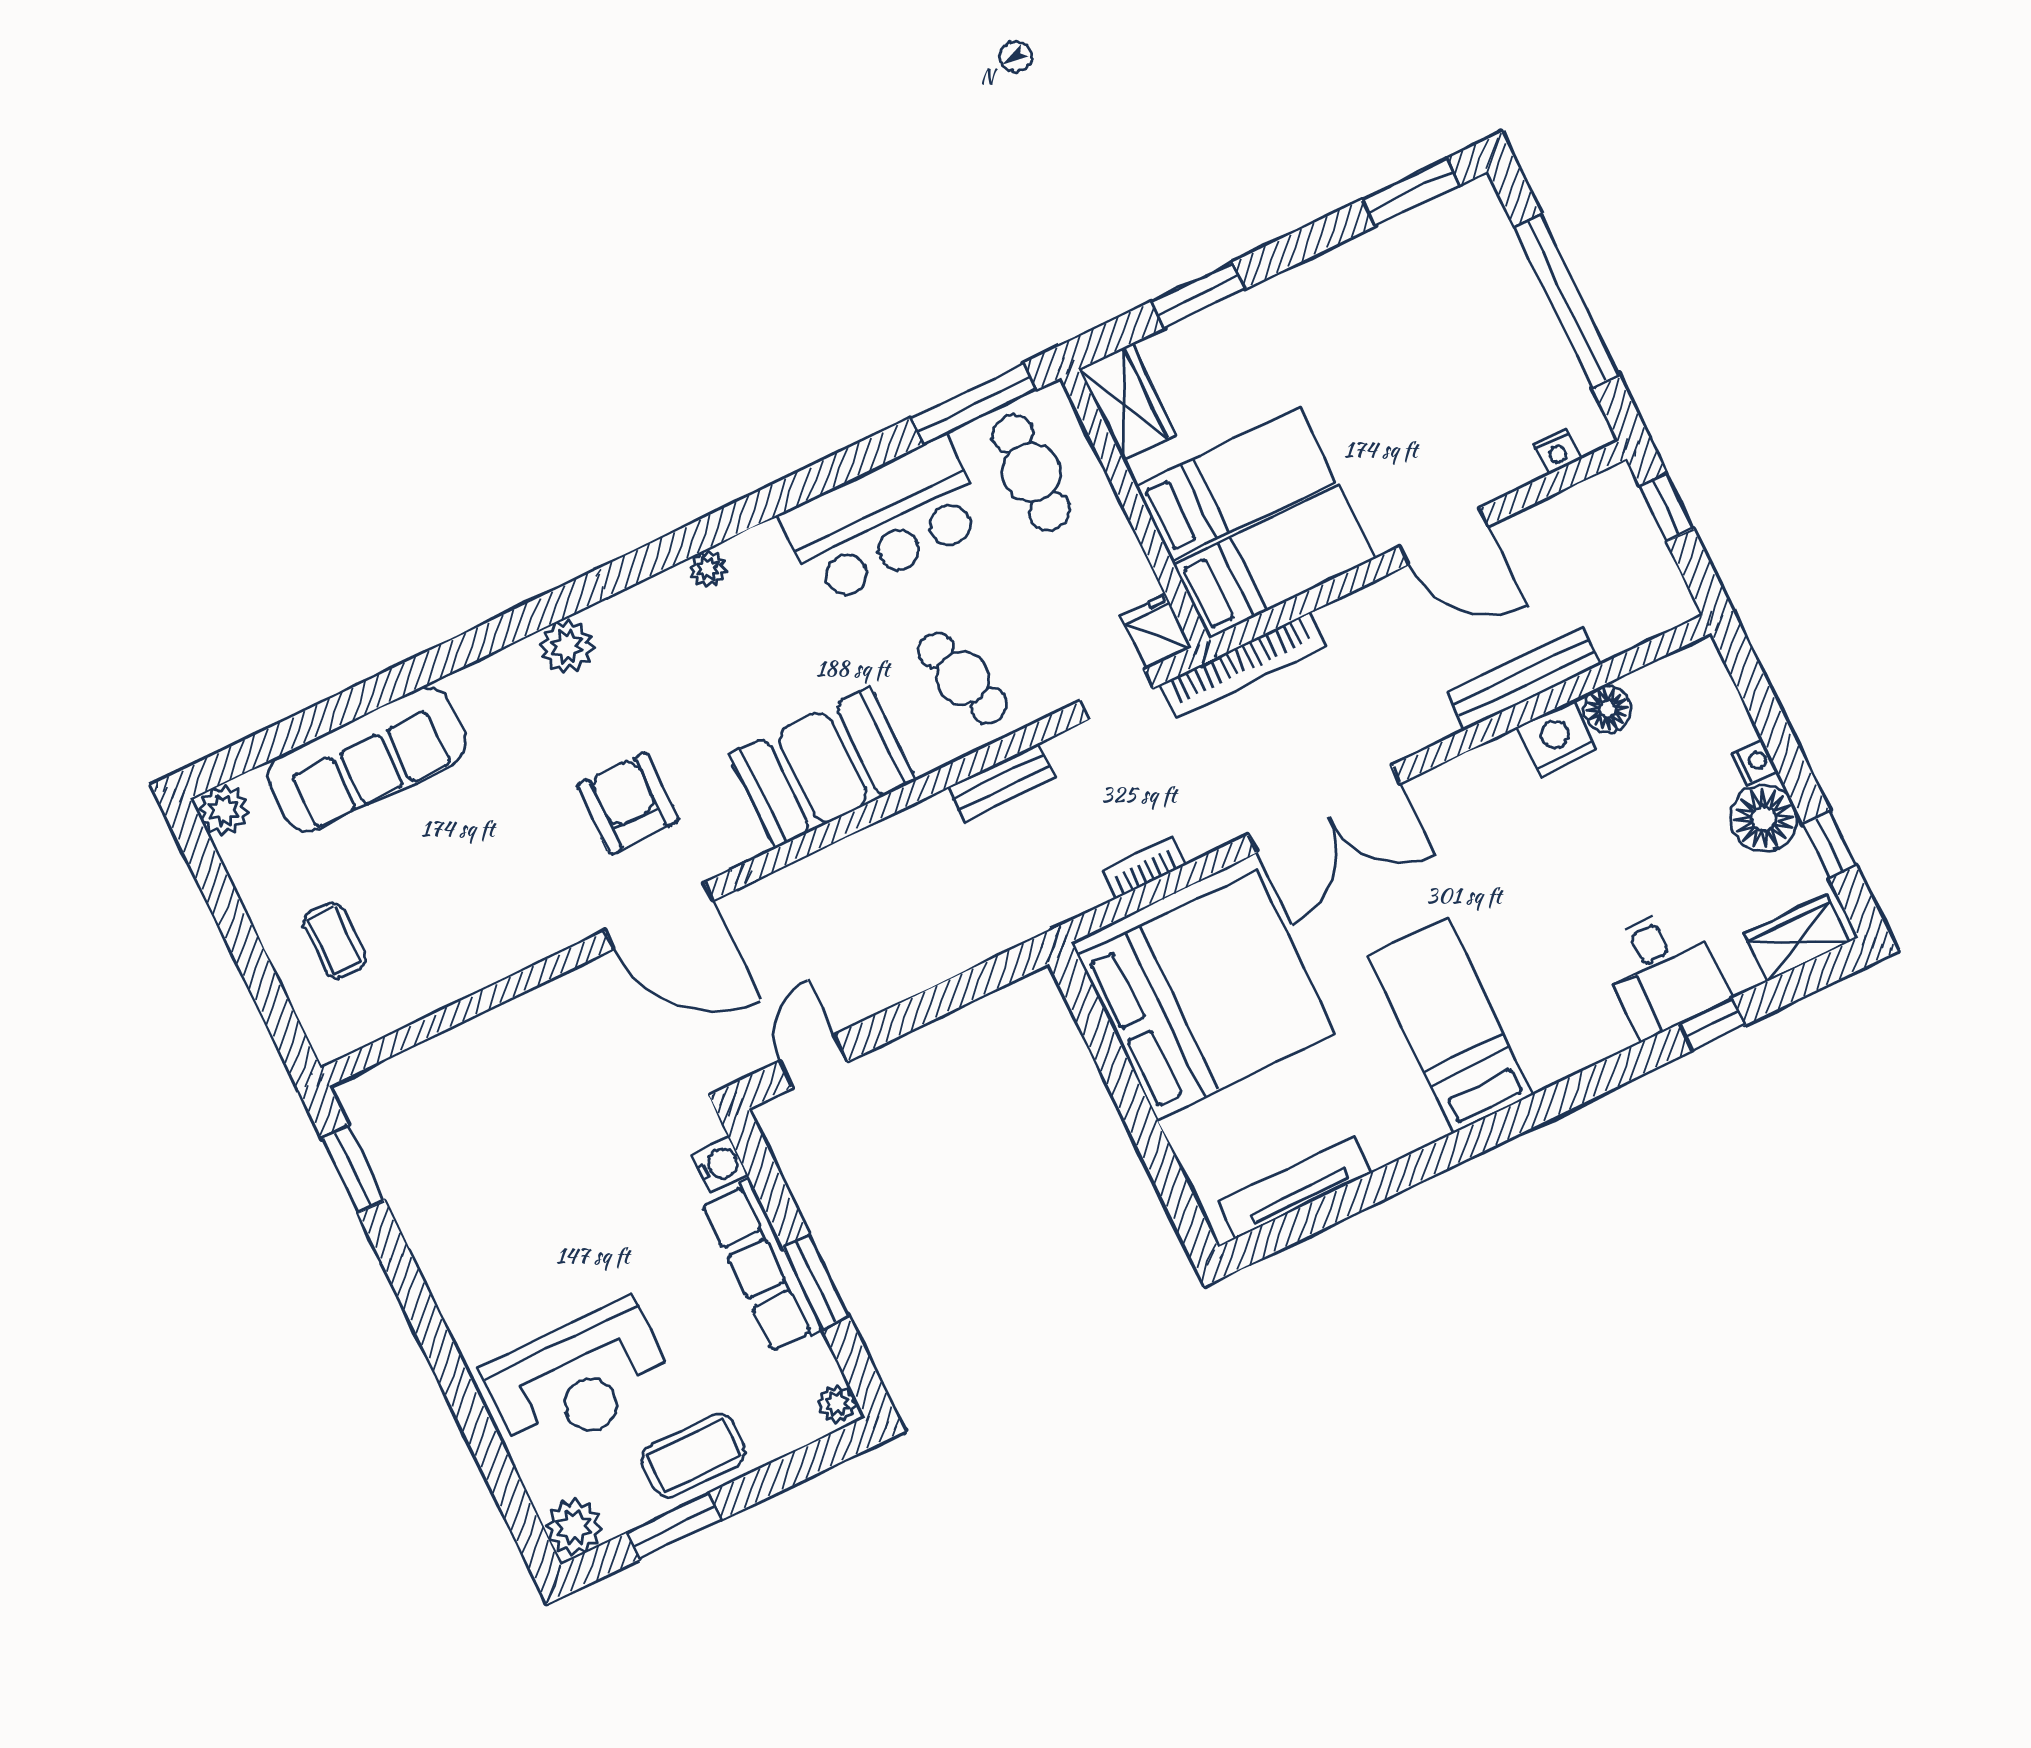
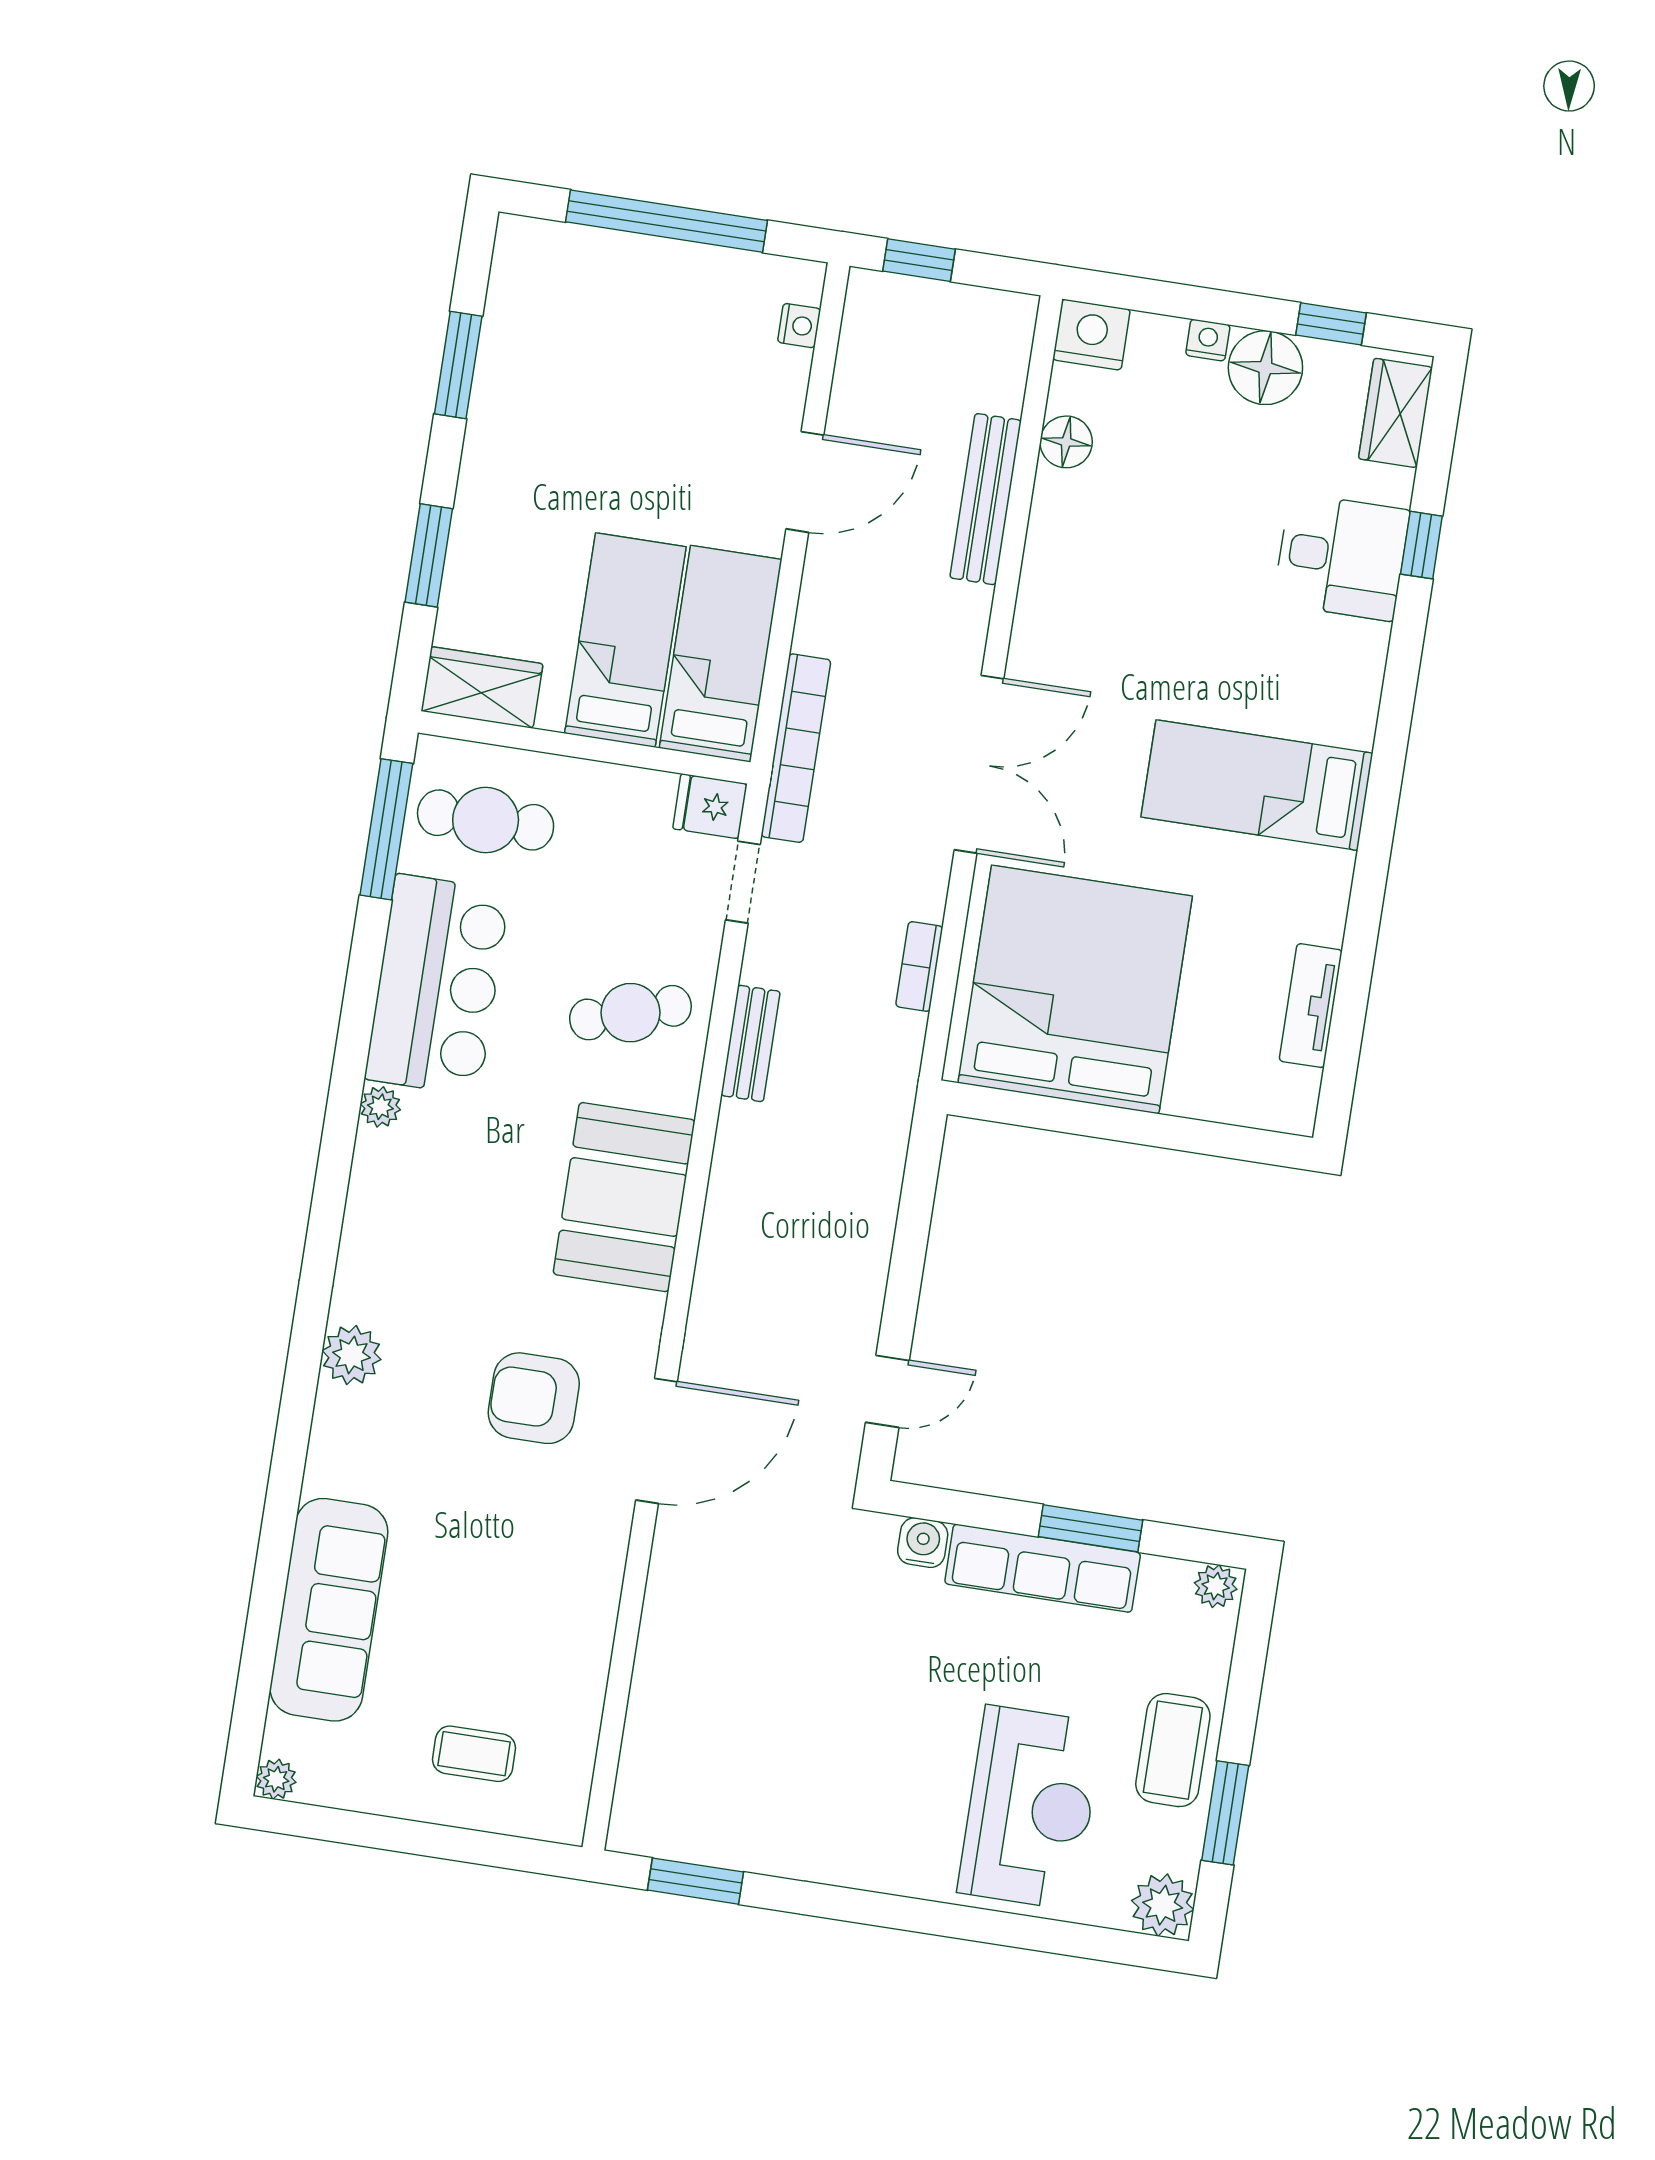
window: (1411, 192) -> (458, 365), moved
plant: (708, 569) -> (380, 1107), moved
nightstand: (1557, 738) -> (1091, 335), moved, turned 90
plant: (224, 810) -> (276, 1779), width x0.73, depth x0.73
door: (814, 1061) -> (887, 1391), swing flipped
tv unit: (1295, 1187) -> (1311, 1006), width x0.71

